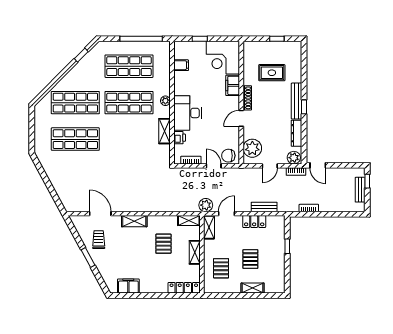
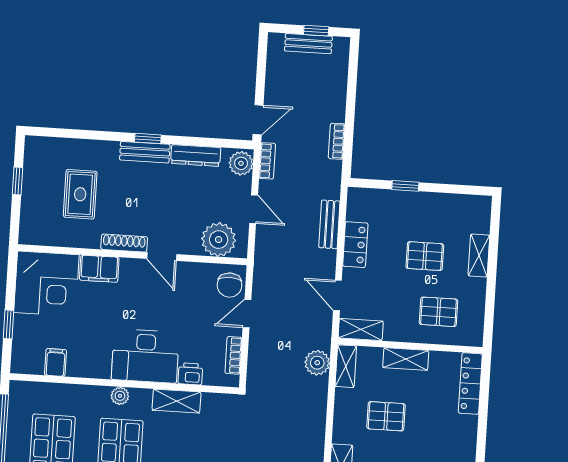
bench: (297, 101) -> (145, 152), width x0.73
window: (367, 181) -> (316, 31), moved
plant: (206, 205) -> (317, 363), moved

